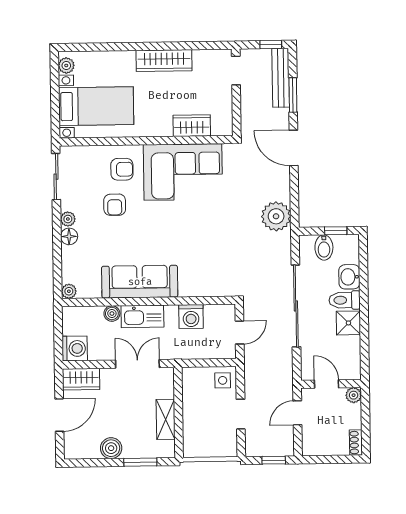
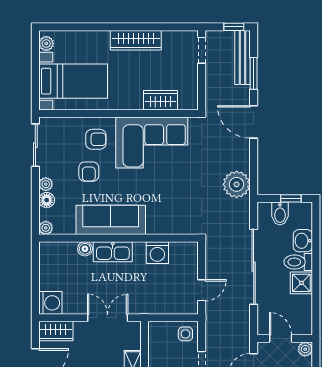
sofa: (140, 282) -> (111, 220), moved
plant: (69, 291) -> (46, 228), moved
wall: (148, 301) -> (119, 238), moved
boiler: (112, 314) -> (85, 249), moved
kitchen sink: (142, 316) -> (113, 252), moved
washing machine: (191, 317) -> (157, 253), moved

